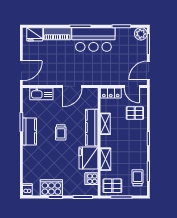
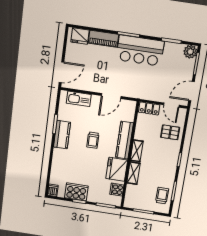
shelving: (105, 124) -> (137, 151), moved
pallet: (112, 186) -> (136, 199), removed

